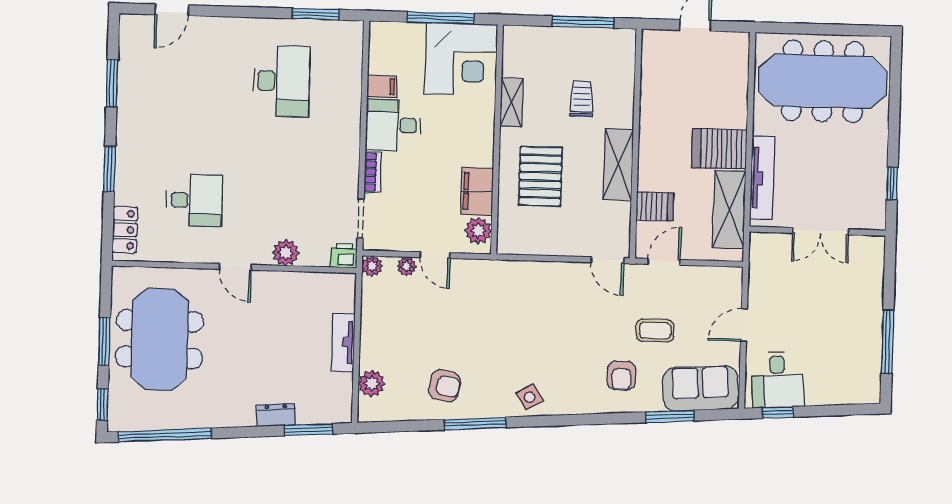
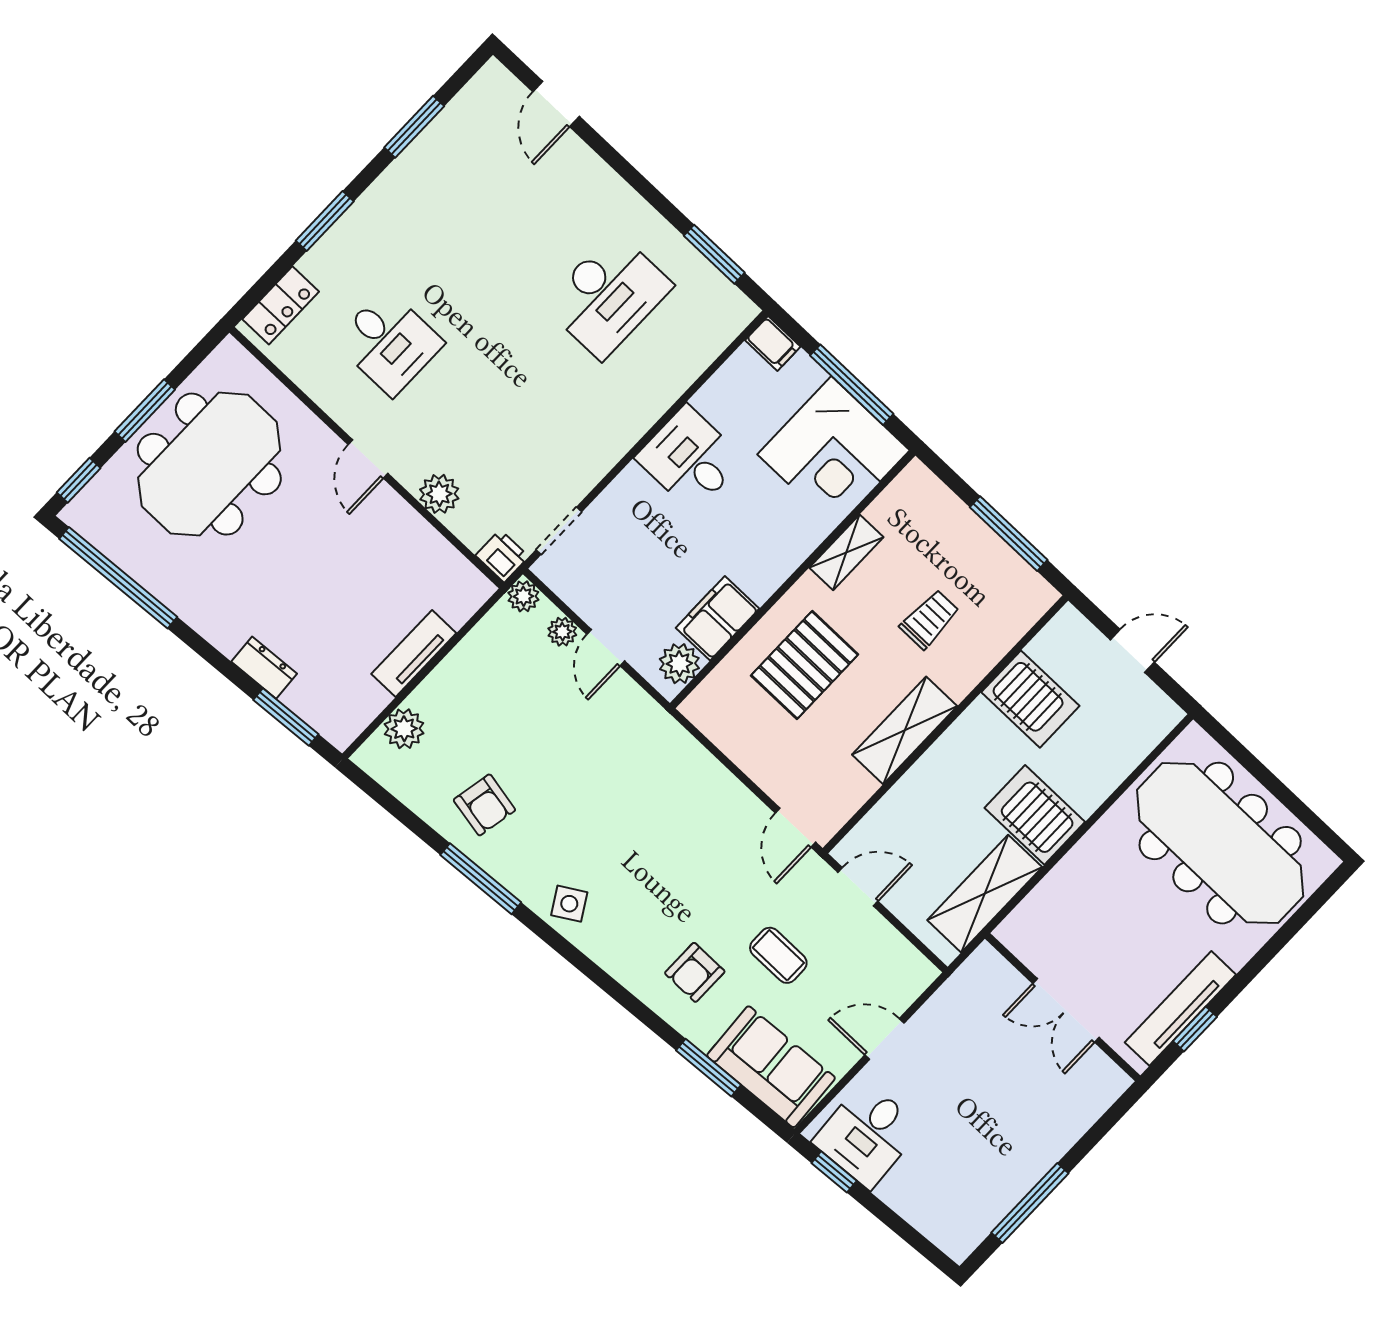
door: (172, 10) -> (556, 104), hinge flipped
filing cabinet: (382, 86) -> (773, 343), moved
bookcase: (373, 172) -> (619, 490), removed
tv unit: (762, 178) -> (1180, 1008), moved, turned 180
server rack: (655, 207) -> (1030, 699), moved, width x1.36, depth x1.44

